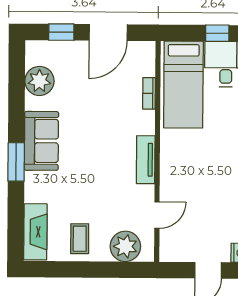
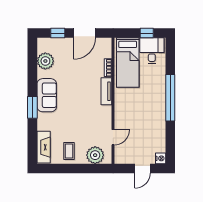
tv unit: (146, 160) -> (106, 91), moved

